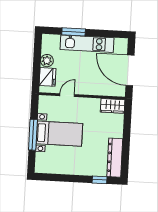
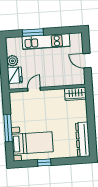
door: (130, 70) -> (87, 61), width x0.53
bed with nightstands: (59, 134) -> (32, 143), moved
window: (100, 180) -> (44, 163), moved

